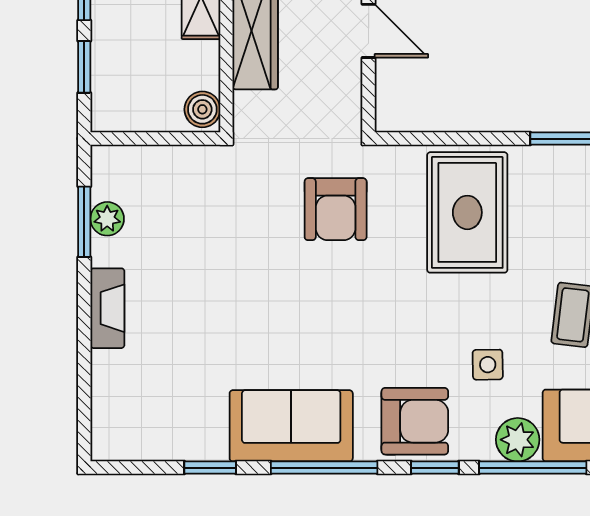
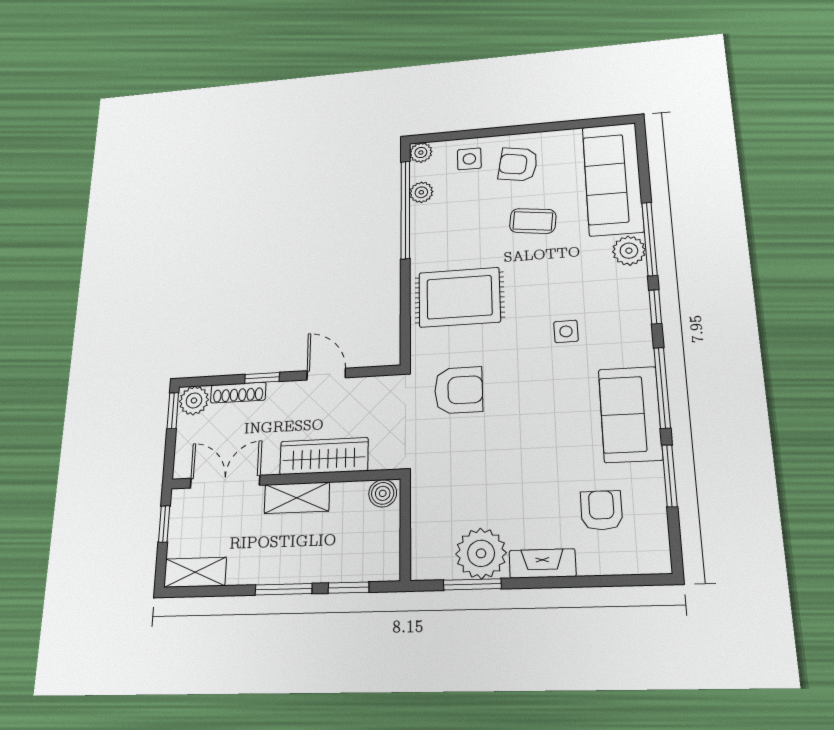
door: (369, 31) -> (326, 374), hinge flipped
plant: (107, 219) -> (481, 553), width x1.88, depth x1.88
side table: (488, 365) -> (566, 331), moved
armchair: (415, 421) -> (601, 510), moved, width x0.72, depth x0.72
window: (210, 468) -> (670, 476), width x1.50

